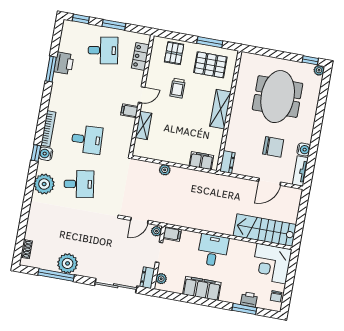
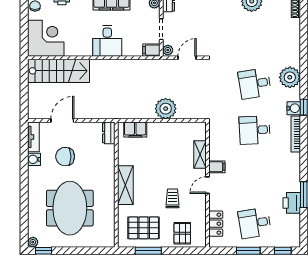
plant: (165, 170) -> (166, 109), width x1.88, depth x1.88

